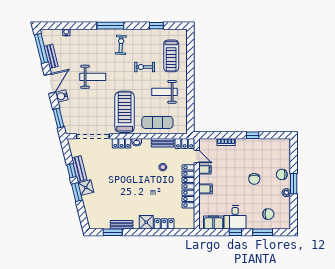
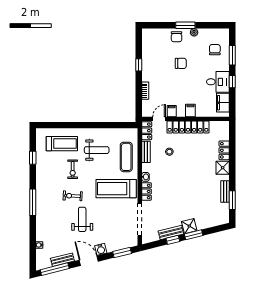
exercise bike: (121, 45) -> (73, 196), moved
weight bench: (164, 92) -> (97, 150), turned -90

